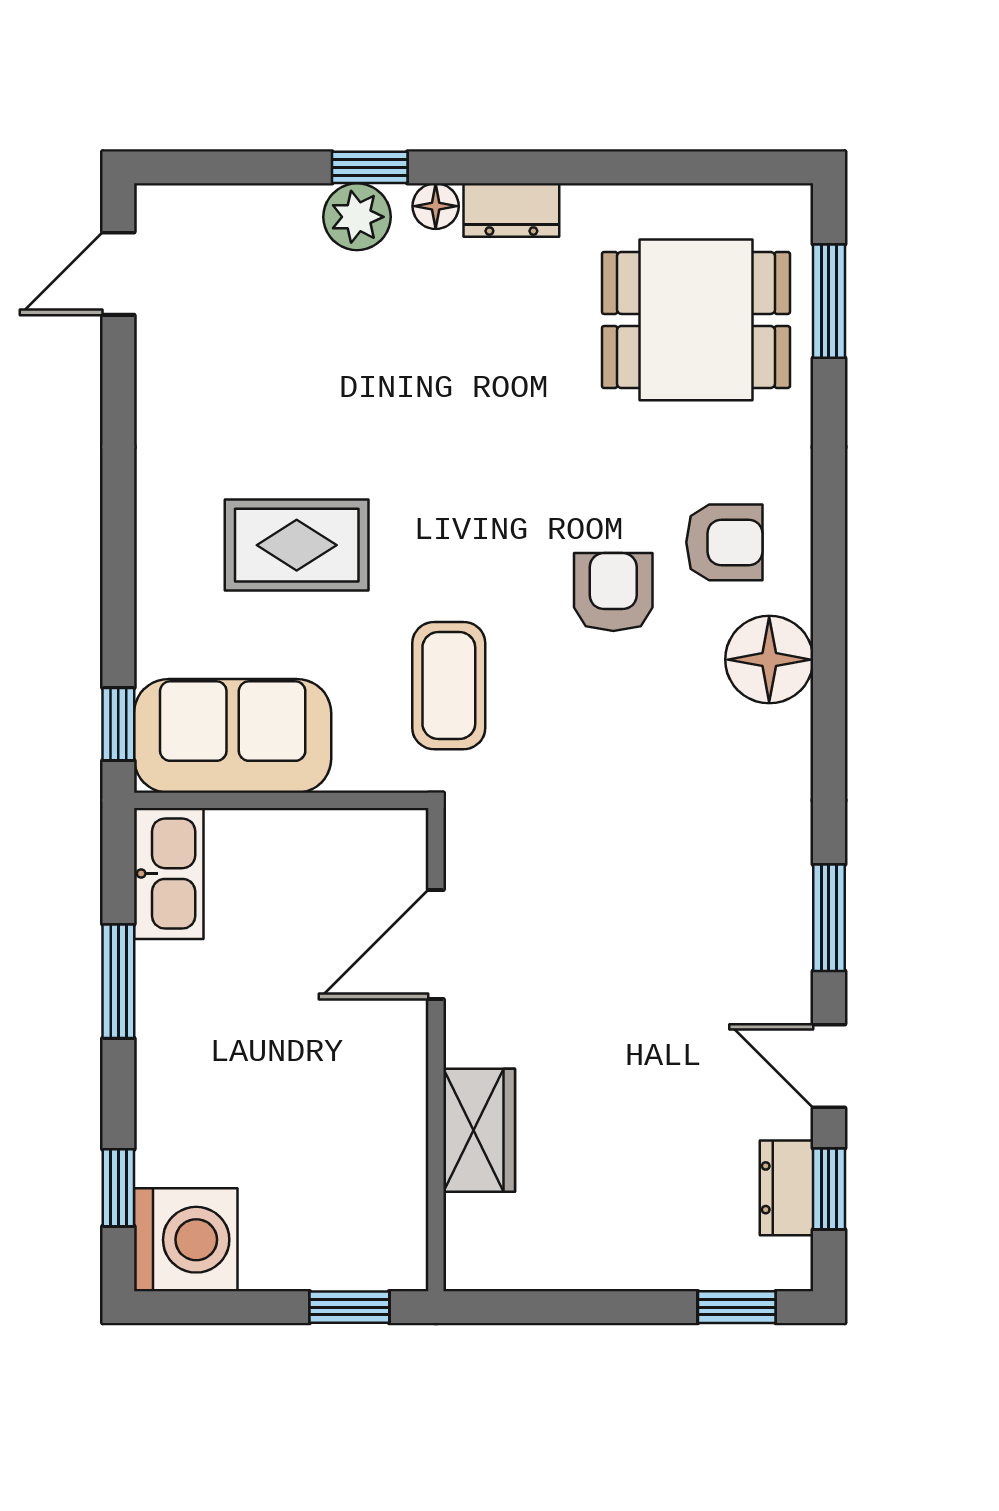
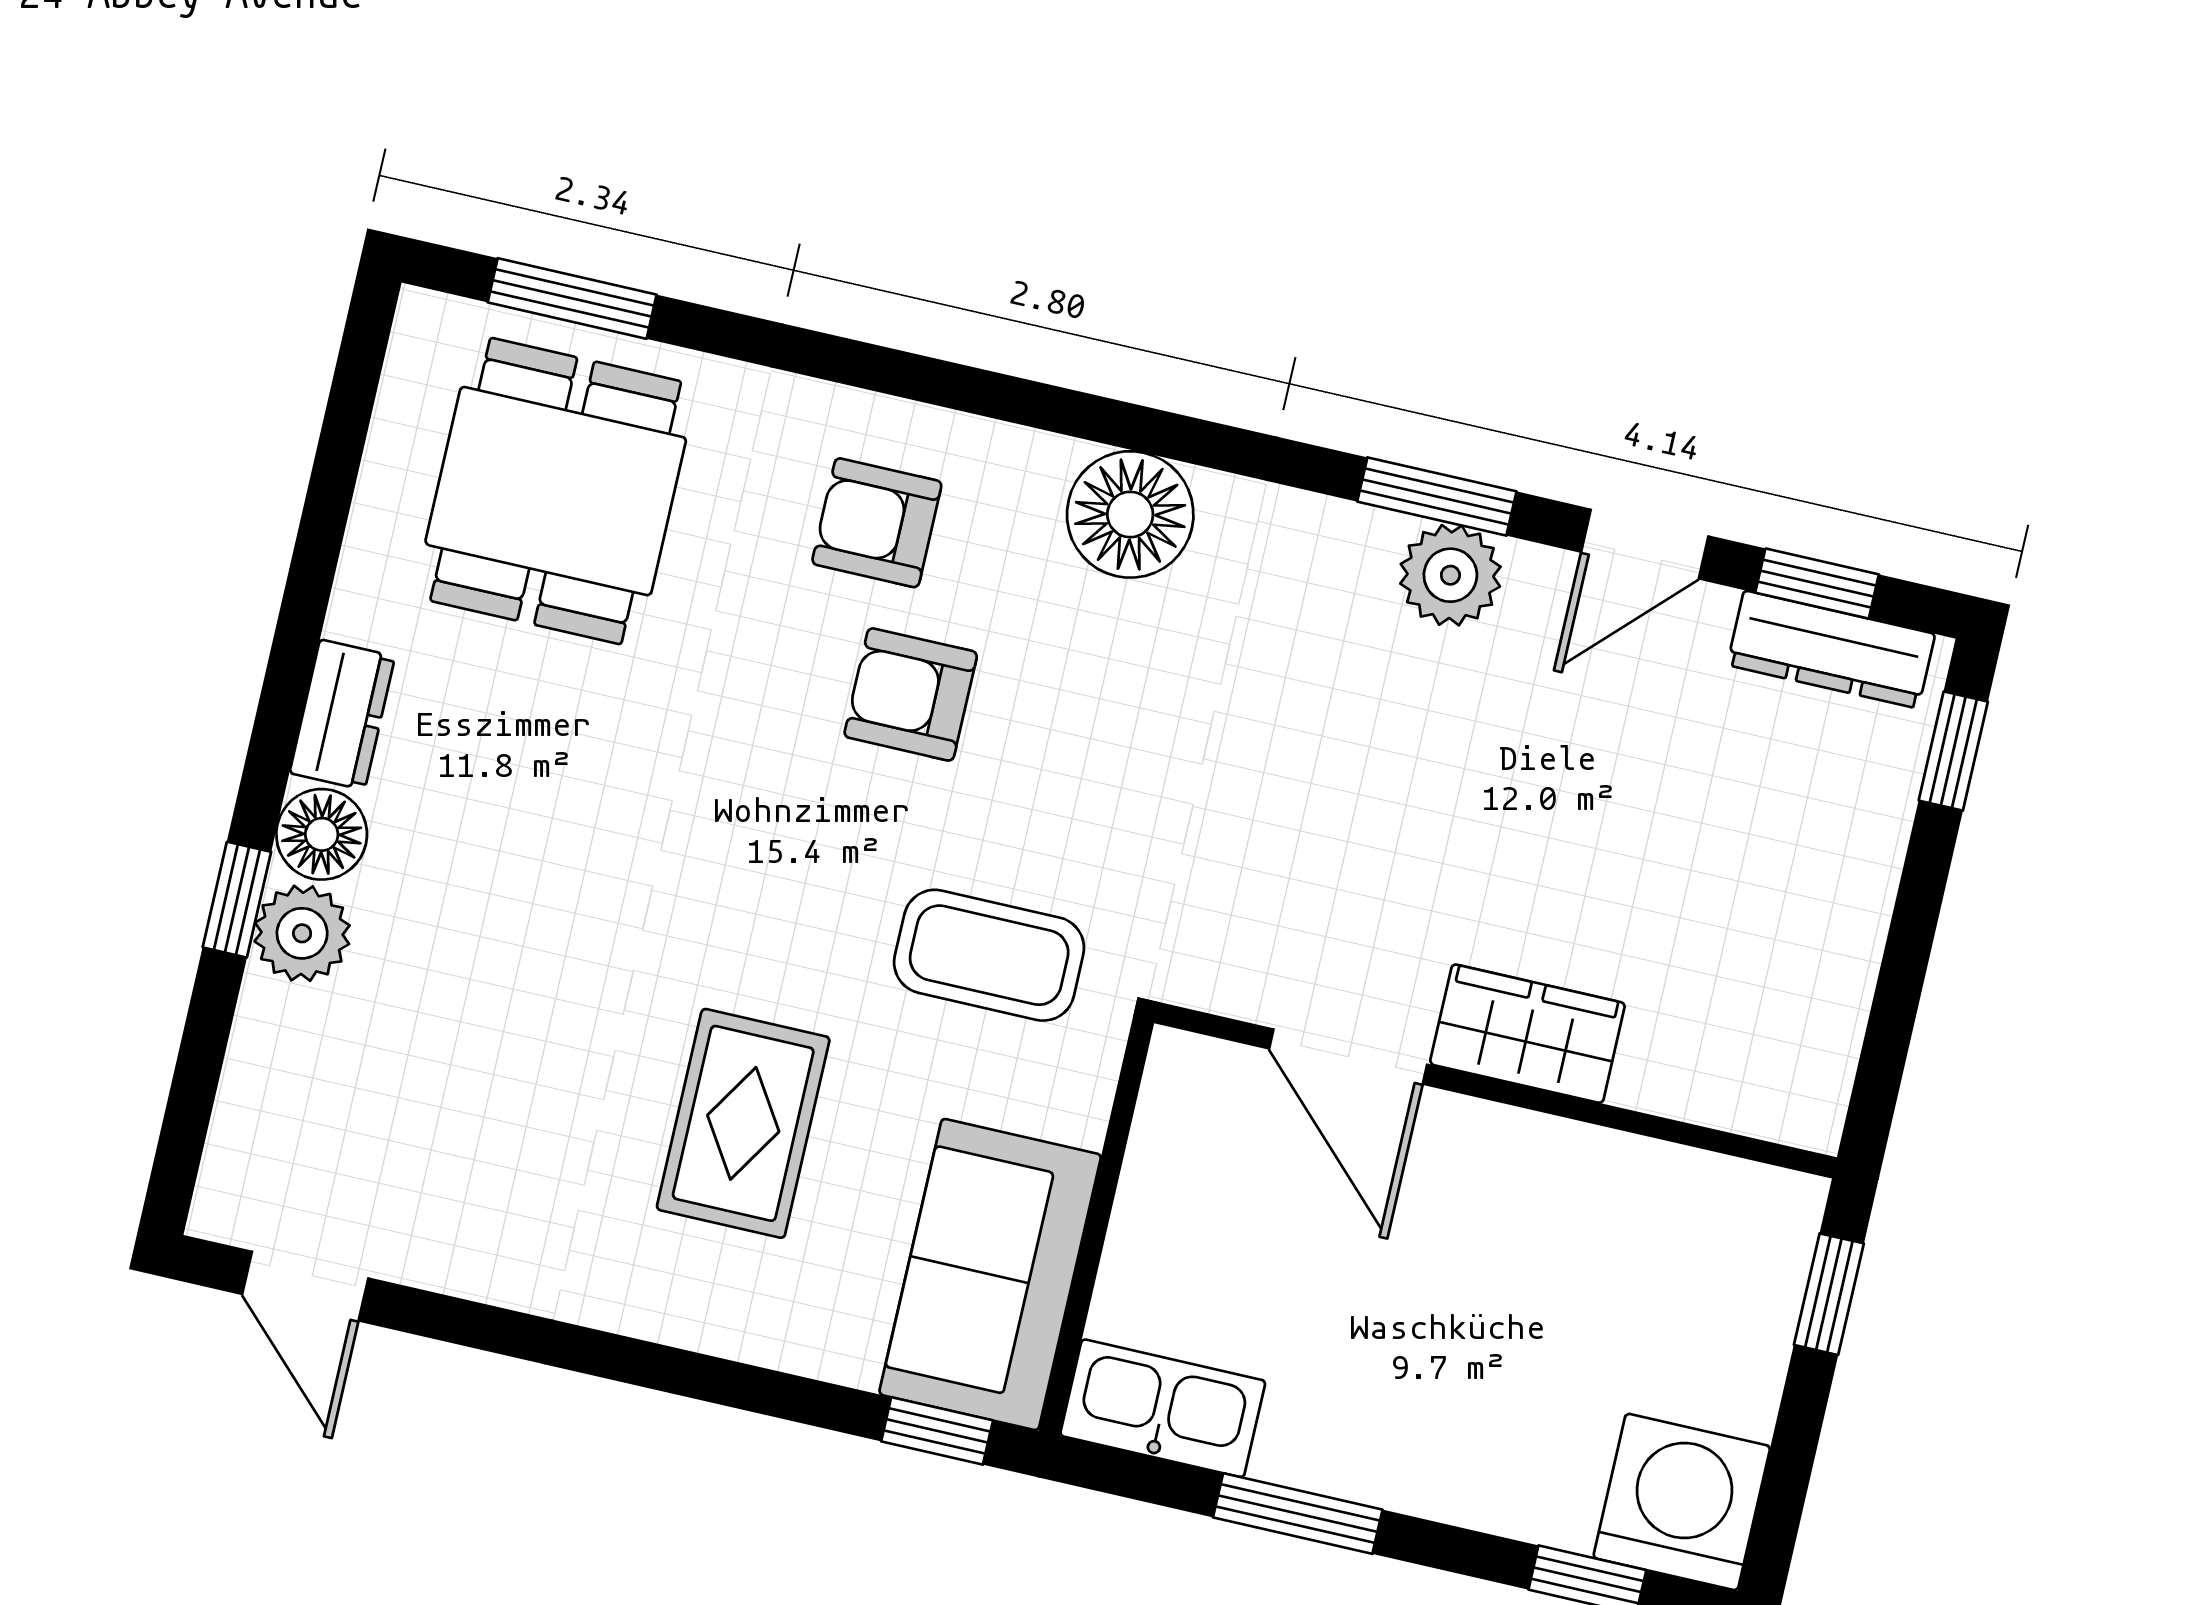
floor lamp: (436, 206) -> (322, 834), width x1.37, depth x1.37
armchair: (724, 542) -> (877, 523), turned -90
floor lamp: (769, 660) -> (1130, 514), moved
plant: (778, 939) -> (1450, 575), added
wardrobe: (479, 1130) -> (1527, 1034), moved
dresser: (787, 1188) -> (1831, 650), width x1.44

